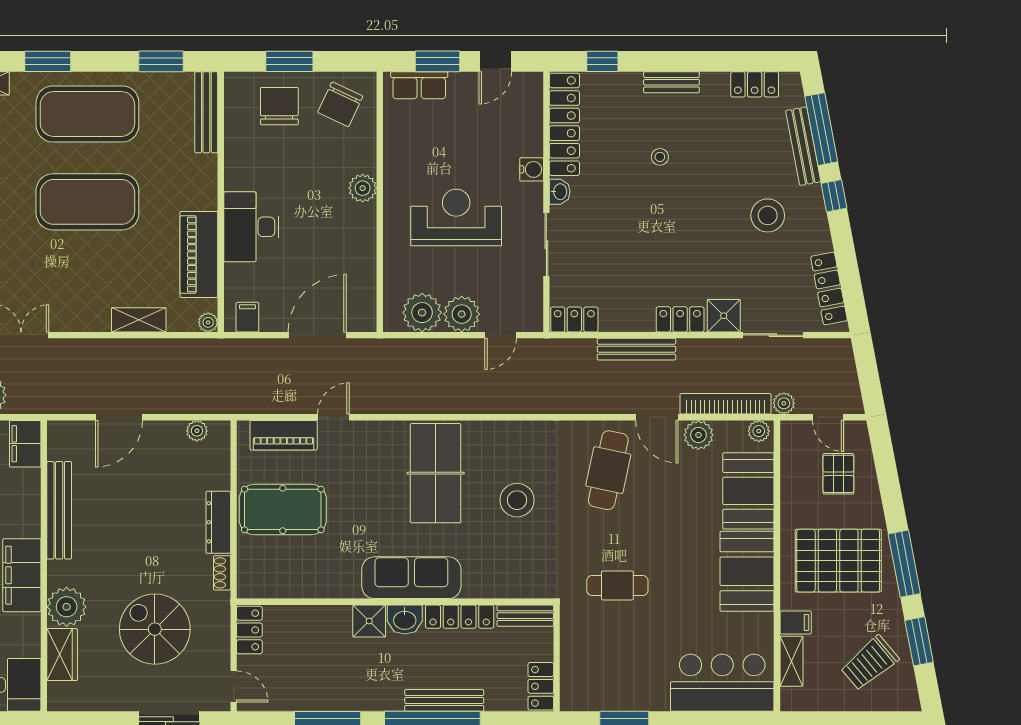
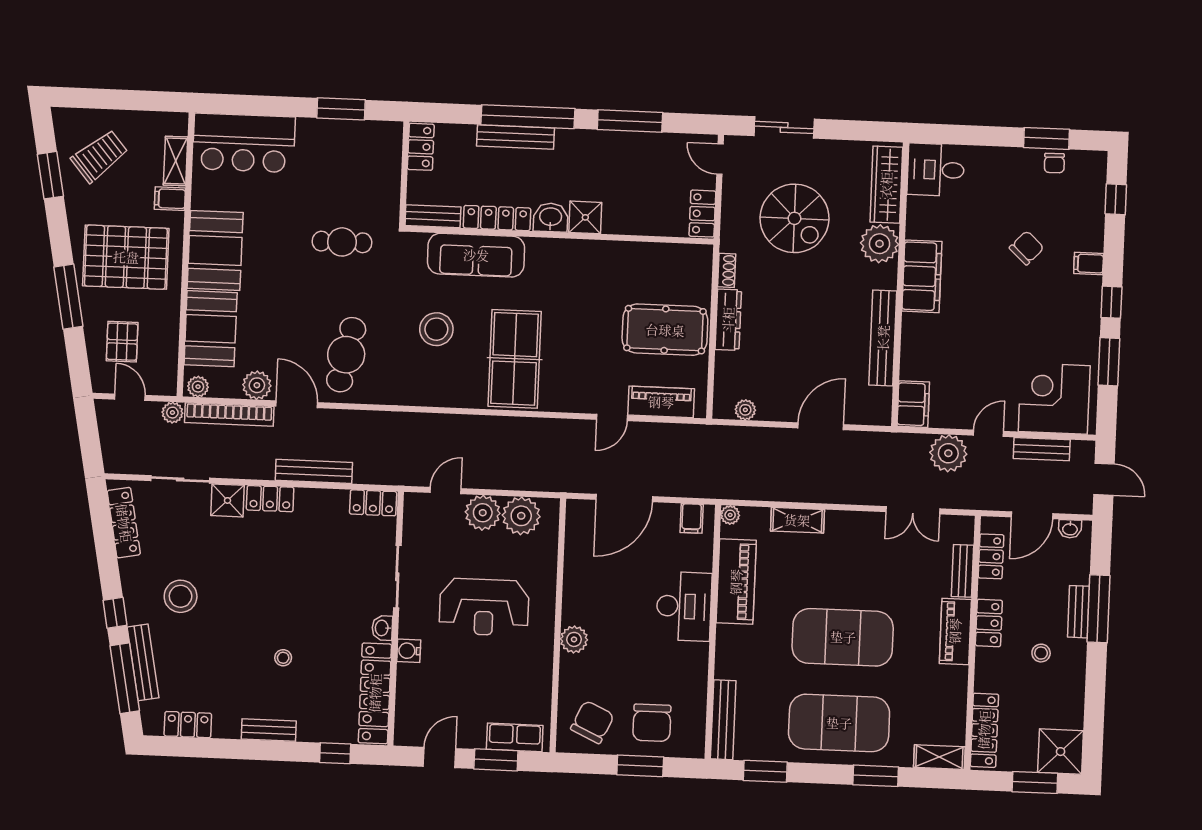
window: (904, 564) -> (68, 297), moved
sofa: (411, 578) -> (476, 255), moved
wardrobe: (62, 655) -> (886, 185), width x1.50

